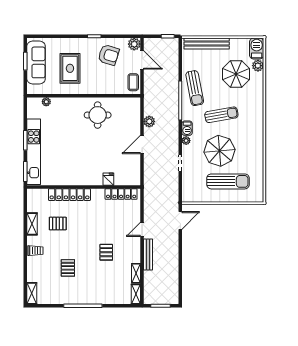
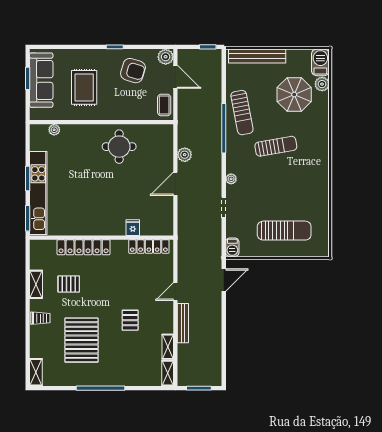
barbecue: (187, 128) -> (232, 247), moved
parasol: (219, 151) -> (273, 192), removed
pallet: (68, 268) -> (81, 340), width x2.05, depth x2.00

